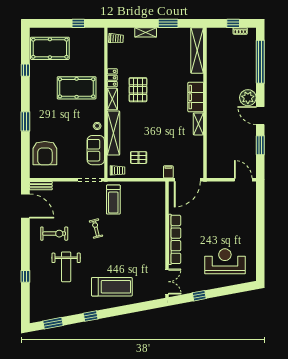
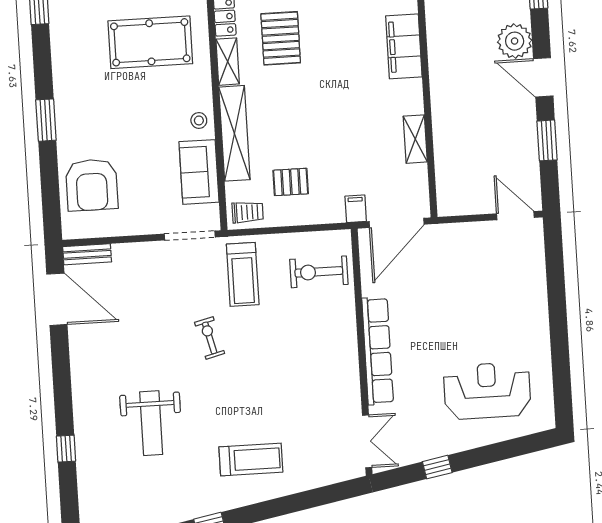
shelving: (198, 124) -> (415, 139), moved
exercise bike: (54, 234) -> (319, 272), moved, turned 180
treadmill: (112, 287) -> (251, 459), width x0.73, depth x0.73

